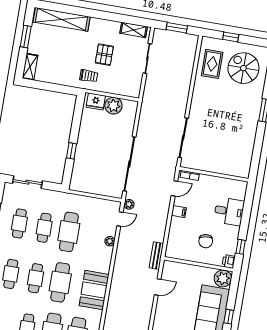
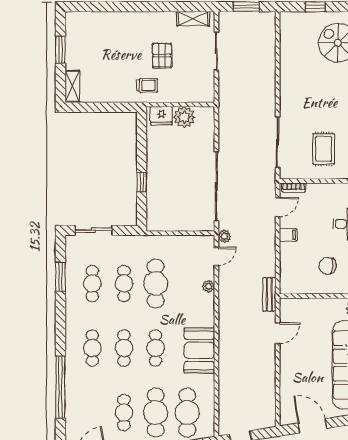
shelving: (62, 19) -> (101, 21), removed
rug: (212, 64) -> (324, 149), moved
chair: (206, 241) -> (328, 266), turned 105
cafe table: (60, 282) -> (156, 348), width x0.73, depth x0.74

